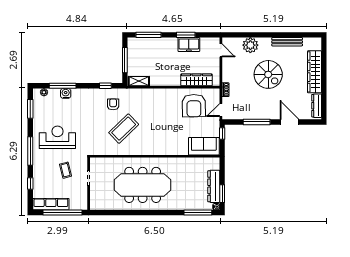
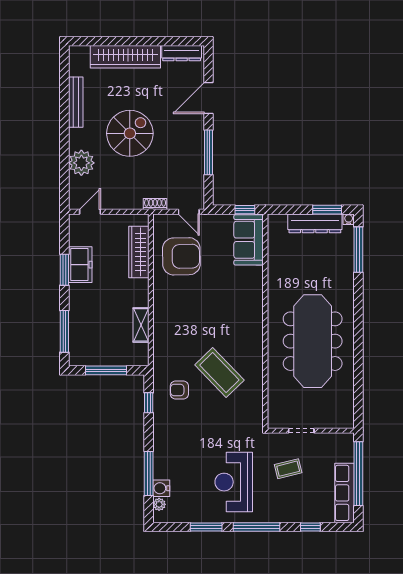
shelving: (139, 81) -> (141, 325), moved
water cooler: (66, 93) -> (161, 488), moved
window: (30, 109) -> (206, 527), moved
window: (222, 134) -> (245, 210), moved

